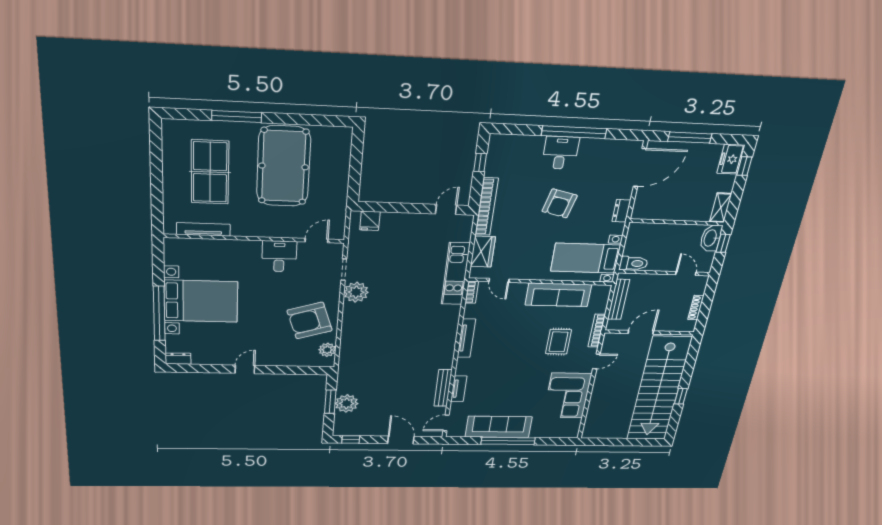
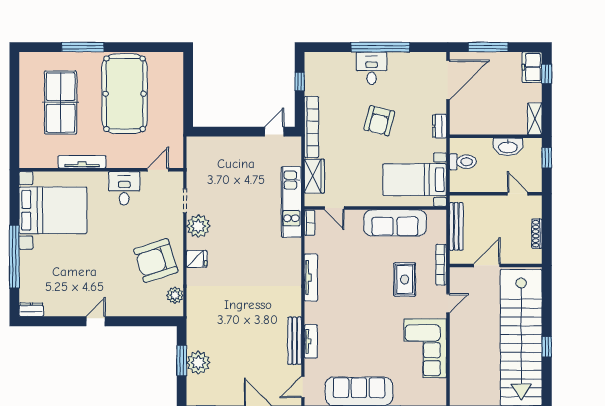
fridge: (370, 221) -> (197, 259), moved, turned -90
tv unit: (203, 229) -> (82, 162), moved
washbasin: (711, 238) -> (508, 147), moved, turned -90
toilet: (633, 263) -> (463, 162), moved
bed with nightstands: (201, 301) -> (53, 210), moved

